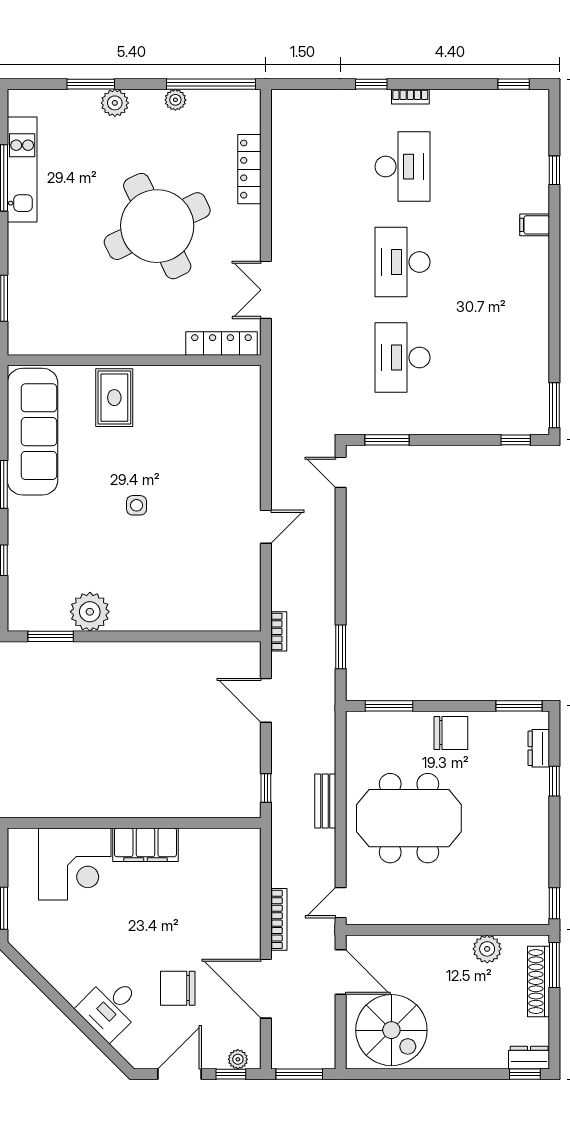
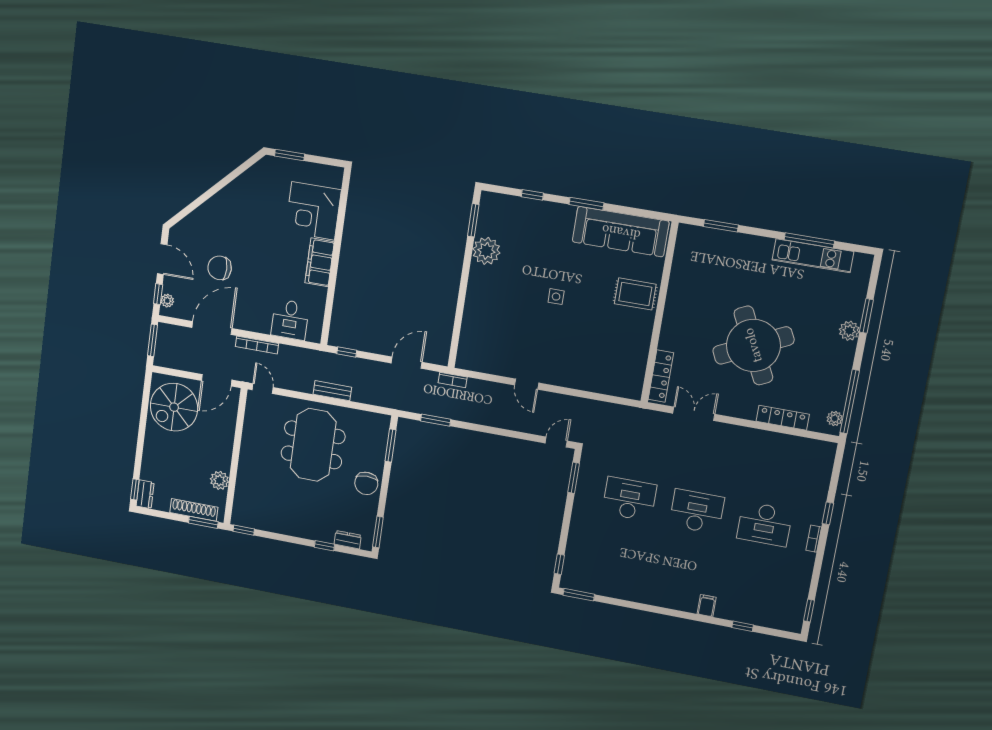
plant: (175, 100) -> (835, 419), moved
chair: (178, 988) -> (220, 268), turned -90
desk: (111, 1007) -> (290, 320), moved, turned -135

